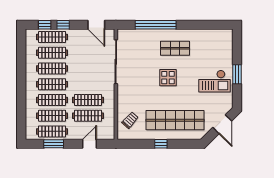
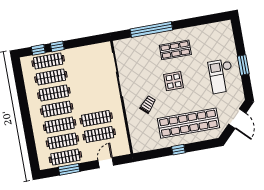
door: (96, 25) -> (91, 40), removed
checkout: (215, 81) -> (222, 76), turned 90
trolley: (130, 120) -> (148, 104), moved

